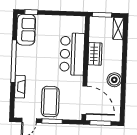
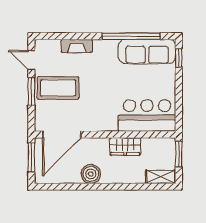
sofa: (26, 30) -> (147, 52), width x1.36
bar counter: (72, 54) -> (147, 115), moved
window: (14, 61) -> (131, 36), moved

